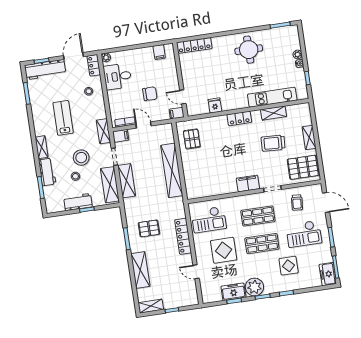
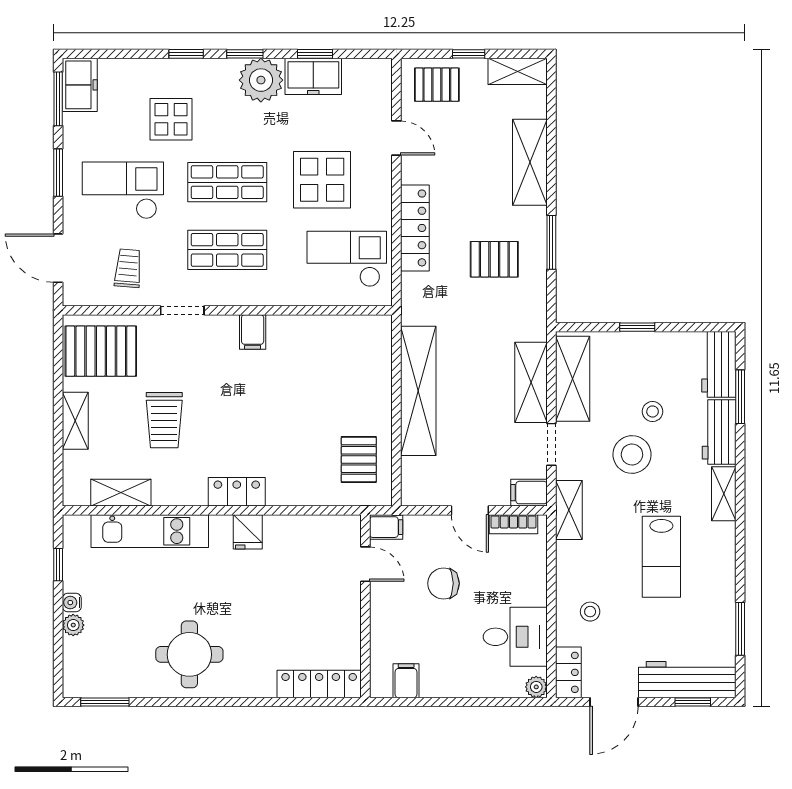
fridge: (215, 106) -> (248, 532), moved
shelving: (274, 113) -> (121, 493), moved
trolley: (273, 143) -> (164, 420), turned 87
filing cabinet: (248, 183) -> (253, 332), width x0.50
workbench: (78, 202) -> (719, 364), moved, turned 90
pallet: (183, 296) -> (437, 85), added

